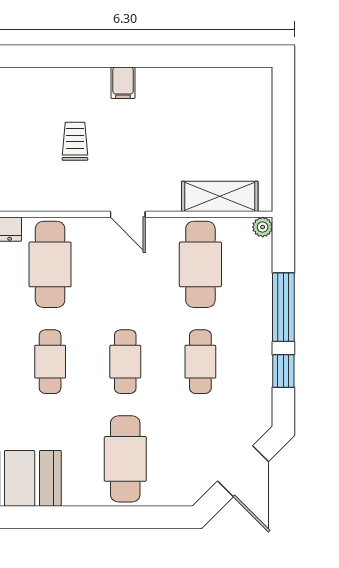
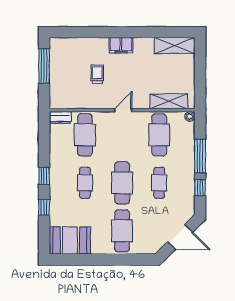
filing cabinet: (123, 83) -> (121, 45), width x2.00
shelving: (232, 83) -> (175, 45), added
door: (128, 214) -> (123, 110), swing flipped
cafe table: (125, 362) -> (122, 183), width x1.37, depth x1.35
door: (243, 471) -> (180, 237), hinge flipped

